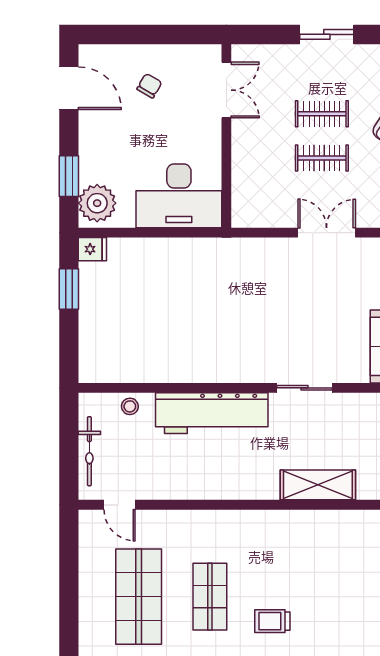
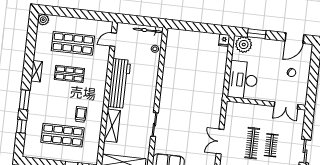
clothes rail: (322, 158) -> (252, 143), width x1.36
double door: (327, 233) -> (220, 142), swing flipped
window: (69, 289) -> (208, 28), removed
workbench: (212, 413) -> (119, 83), moved, turned 180
bicycle: (89, 451) -> (148, 30), moved
shop shelf: (352, 597) -> (63, 135), added
trolley: (272, 621) -> (81, 114), moved

